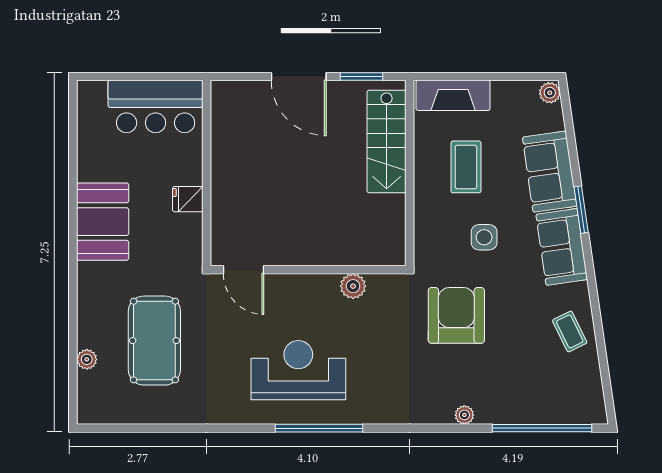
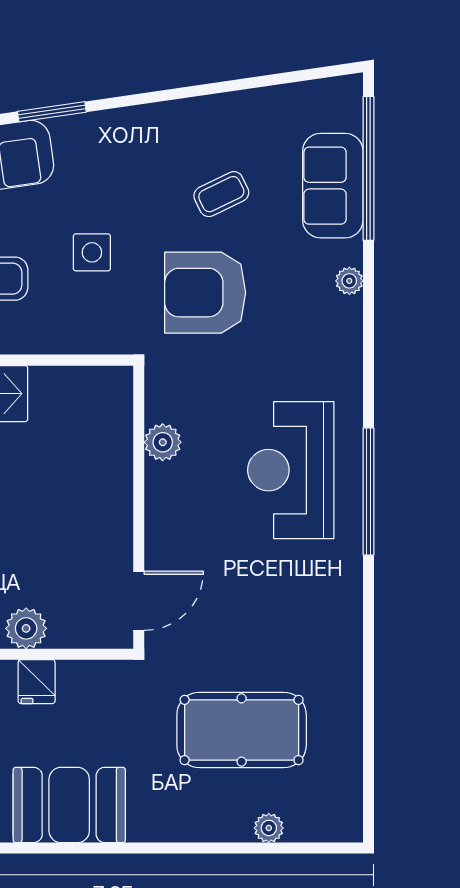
plant: (225, 192) -> (26, 628), added
sofa: (562, 247) -> (333, 186), moved, turned 98
coffee table: (570, 331) -> (221, 194), moved
reception desk: (298, 370) -> (291, 470), moved

